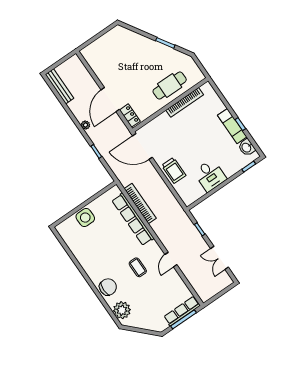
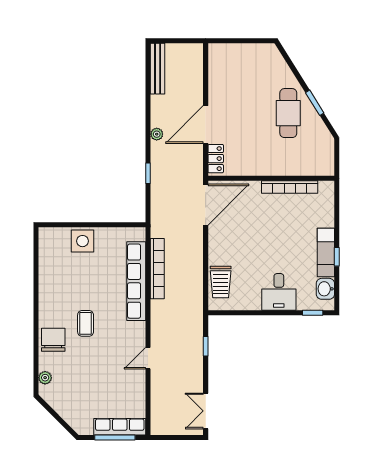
cafe table: (170, 86) -> (288, 113), moved, turned 90
door: (143, 147) -> (206, 205), swing flipped
trolley: (174, 170) -> (221, 282), moved
desk: (210, 175) -> (279, 292), moved
double door: (219, 258) -> (206, 411), moved
coffee table: (138, 267) -> (86, 323), moved
chair: (108, 287) -> (53, 340), turned -90
plant: (122, 310) -> (45, 378), width x0.53, depth x0.53

